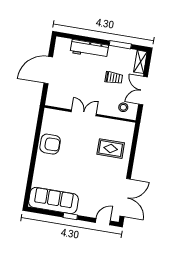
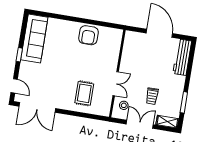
workbench: (89, 49) -> (182, 57), moved
double door: (84, 113) -> (116, 84), moved

